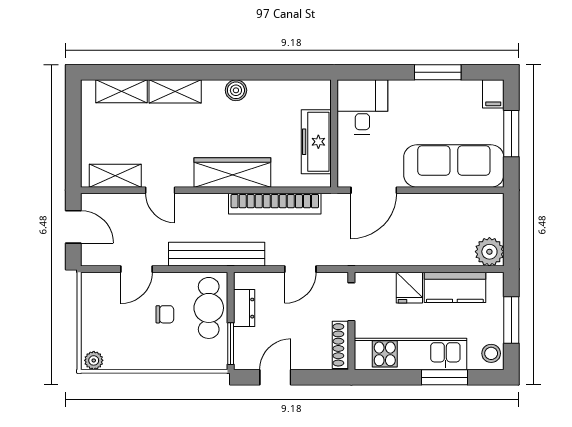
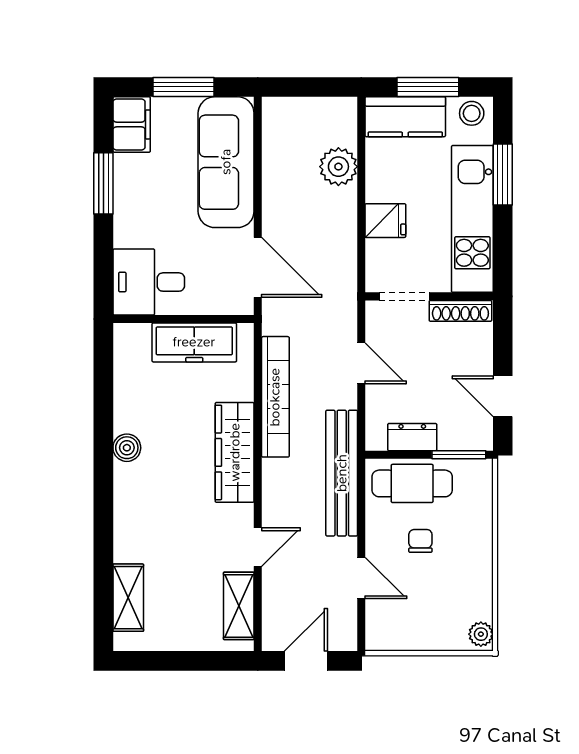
shelving: (175, 91) -> (128, 527), removed
filing cabinet: (493, 94) -> (132, 124), width x2.00
plant: (489, 252) -> (338, 167), moved
kitchen counter: (455, 287) -> (405, 117), moved, turned 90

